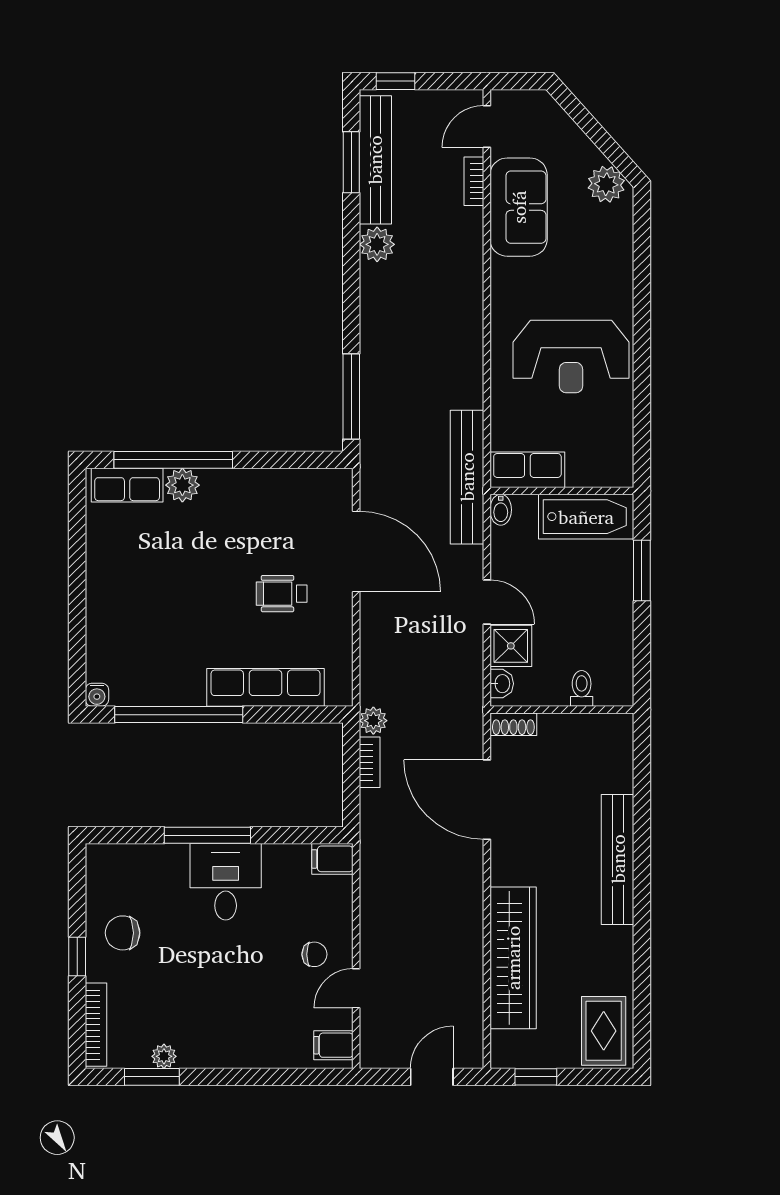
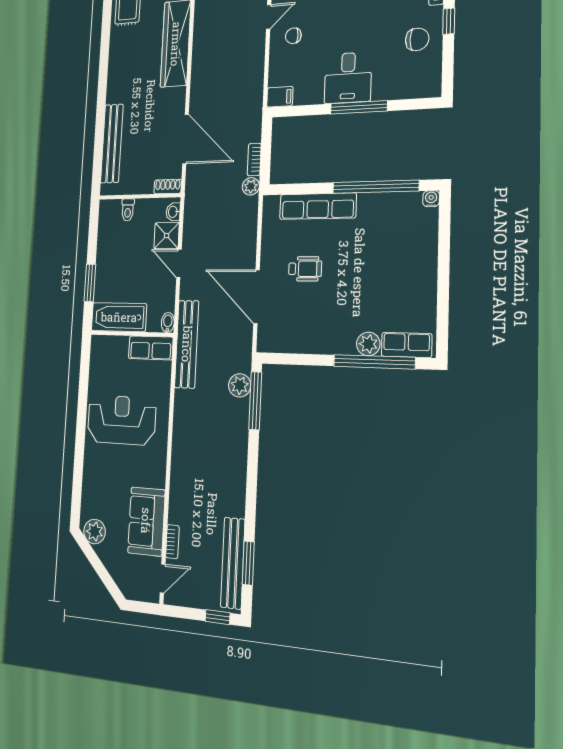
plant: (377, 244) -> (240, 385), moved
bench: (618, 859) -> (112, 143), moved

